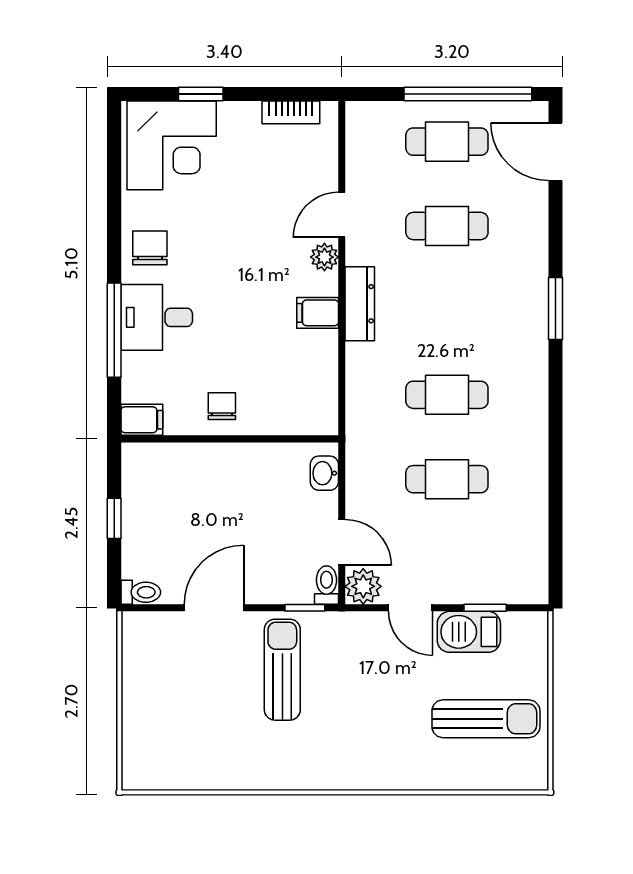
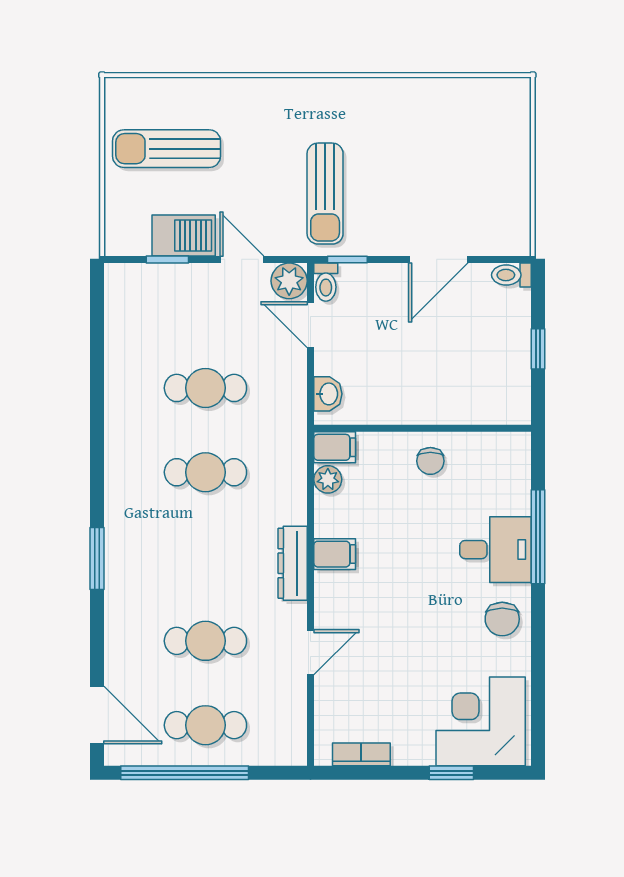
plant: (324, 257) -> (328, 479), moved
filing cabinet: (142, 420) -> (335, 447), moved, turned 180
sun lounger: (282, 670) -> (325, 194), moved

